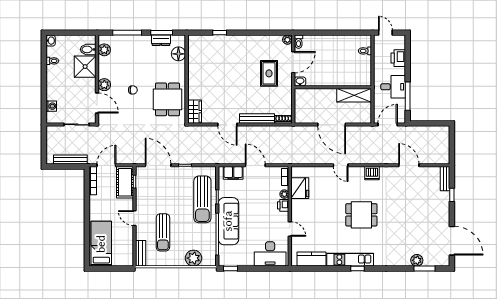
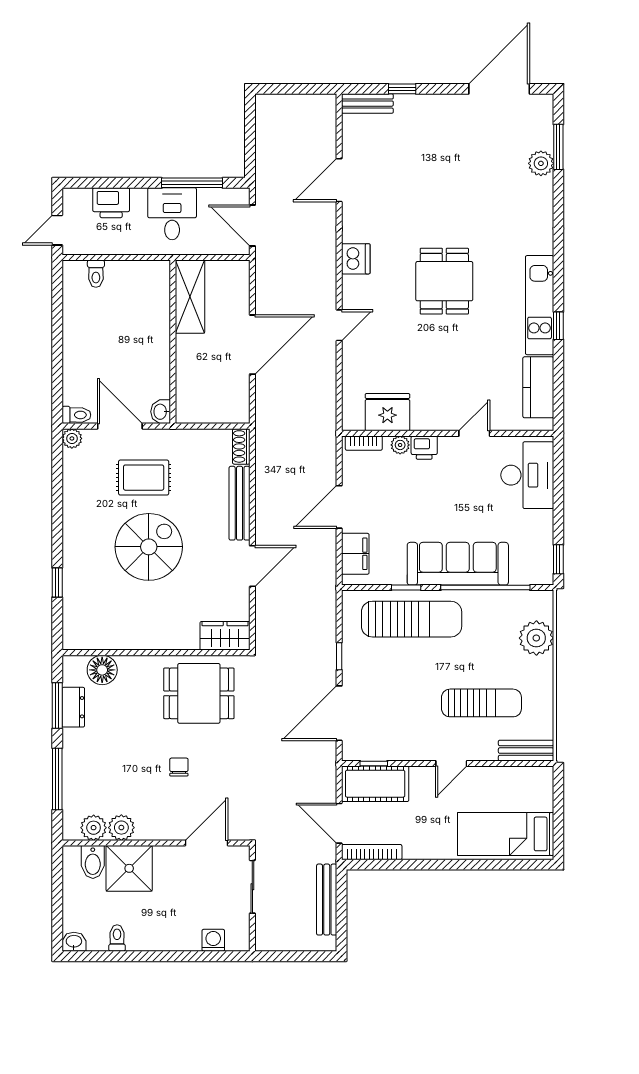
spiral stairs: (236, 76) -> (149, 547), added
plant: (104, 85) -> (121, 828), moved
window: (358, 269) -> (558, 326), moved

